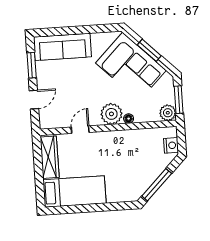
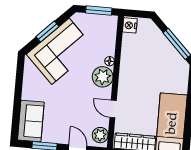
sofa: (62, 47) -> (31, 121), width x0.73
plant: (168, 113) -> (100, 135), moved
nightstand: (171, 145) -> (130, 25), moved, turned -90

